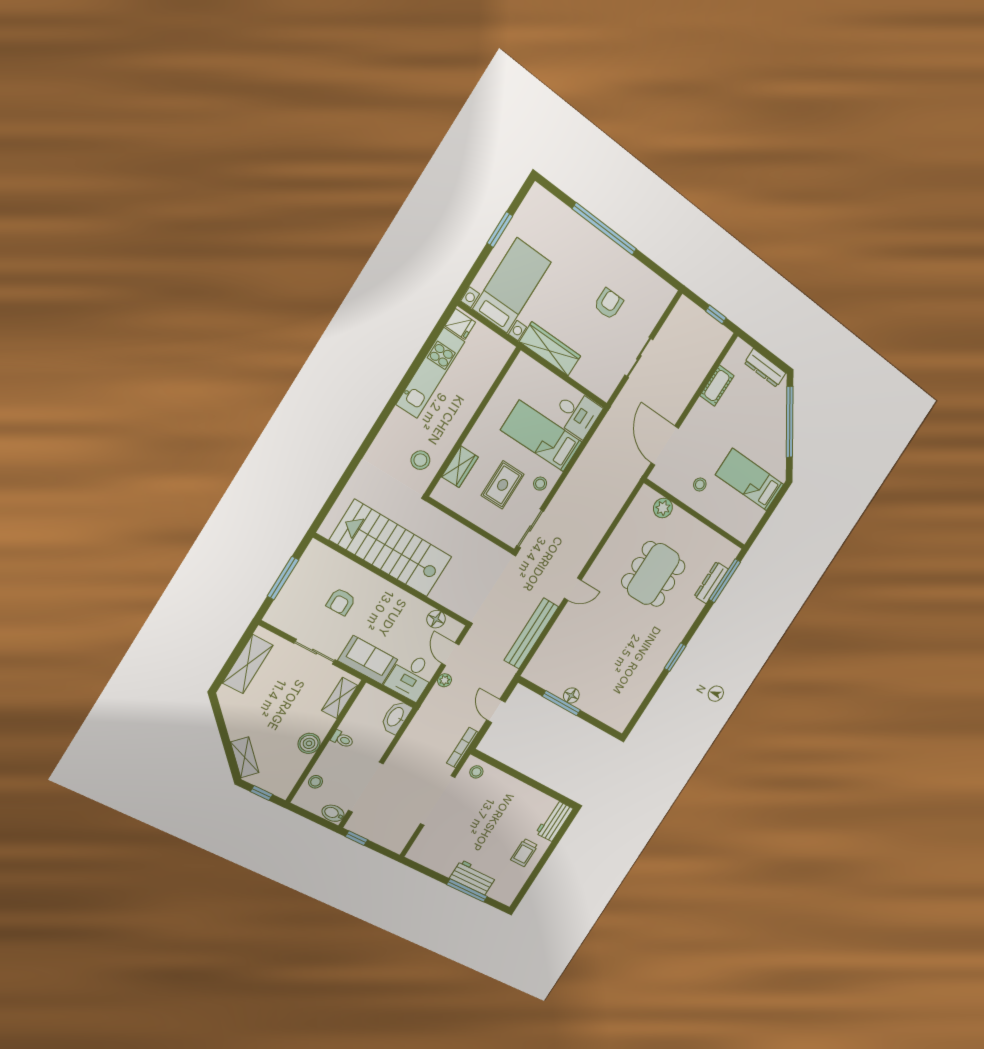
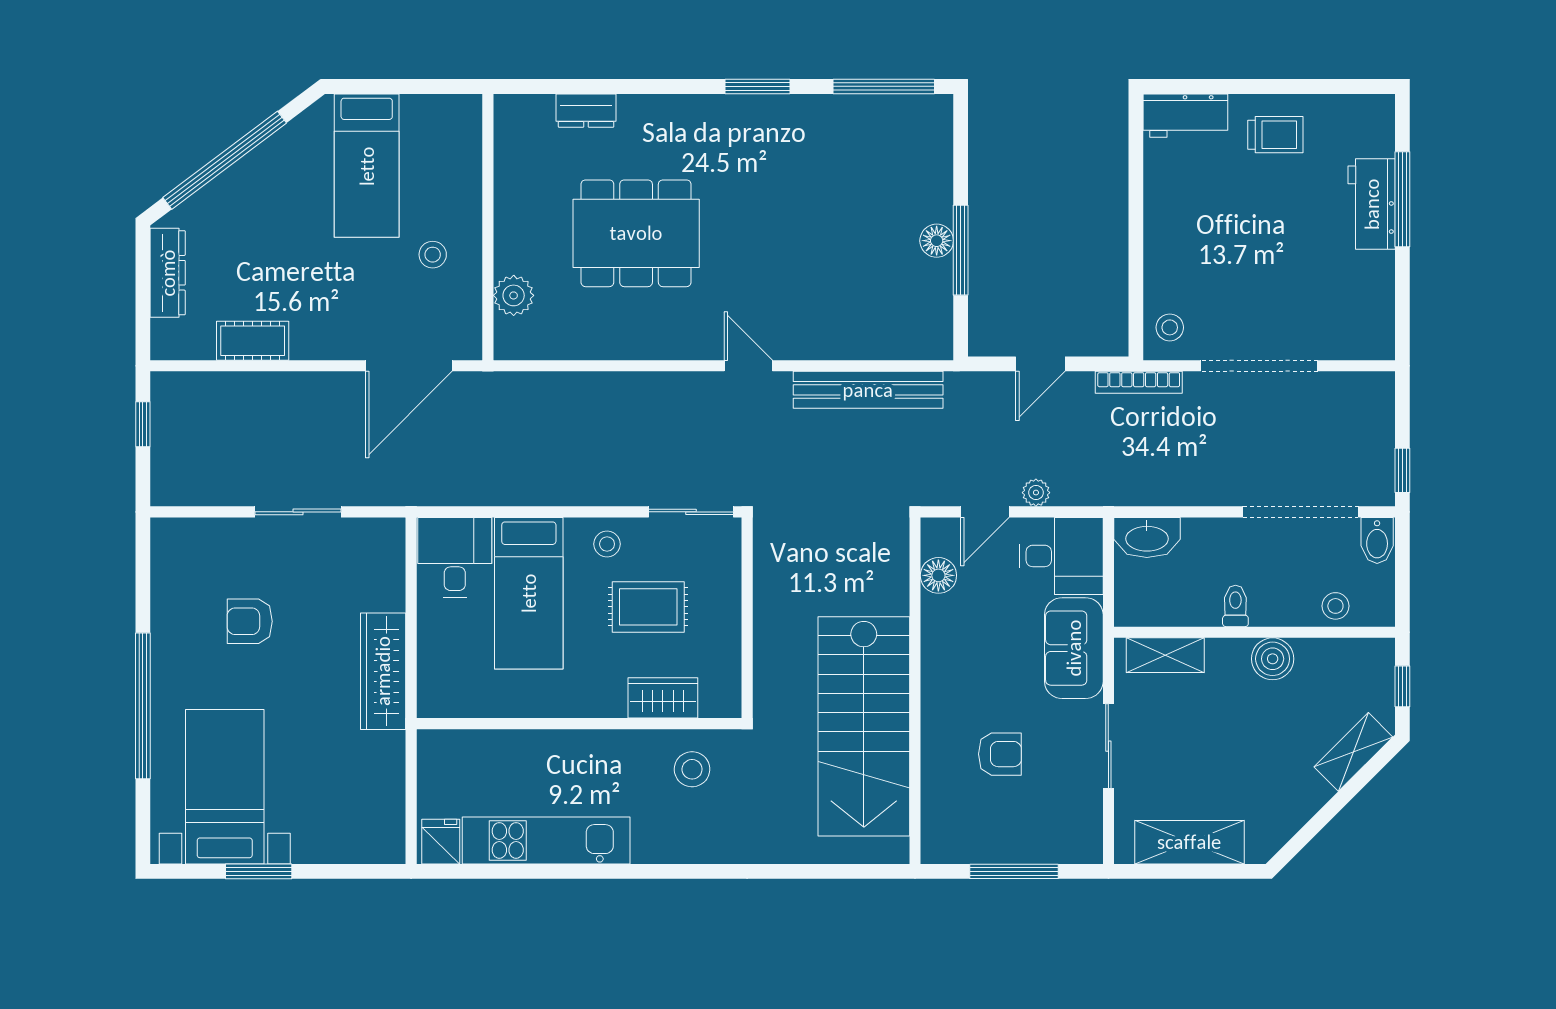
bed with nightstands: (512, 286) -> (225, 787), moved, turned 90
window: (725, 581) -> (884, 86), moved
dresser: (711, 583) -> (586, 111), width x0.70

